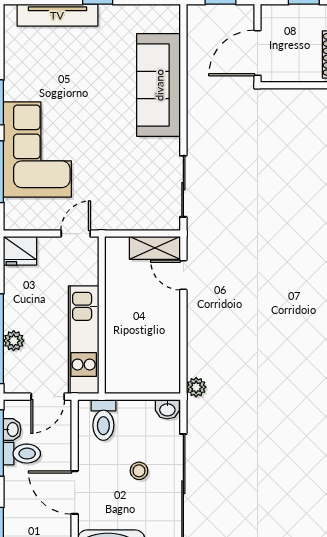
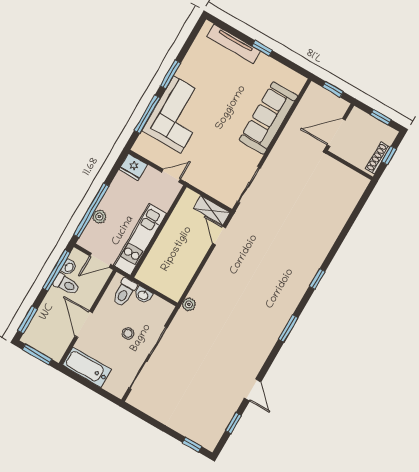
washbasin: (167, 409) -> (143, 295), moved

